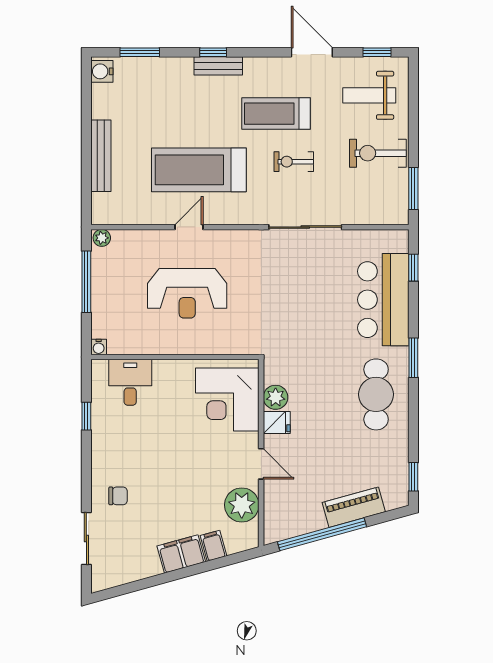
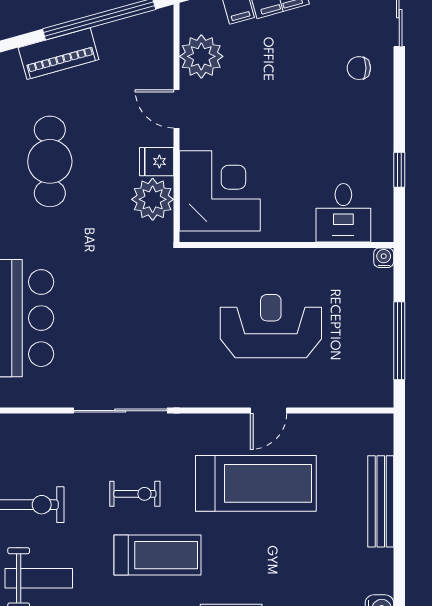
plant: (102, 238) -> (380, 397), removed
cafe table: (376, 394) -> (50, 161), moved
plant: (276, 397) -> (153, 199), width x1.36, depth x1.36

